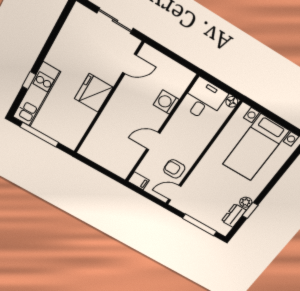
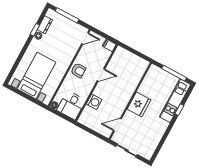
armchair: (174, 169) -> (78, 70), moved

